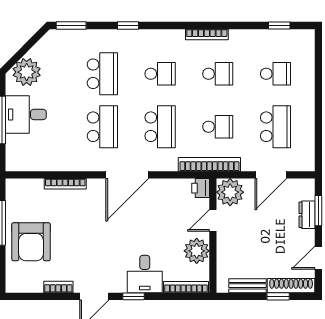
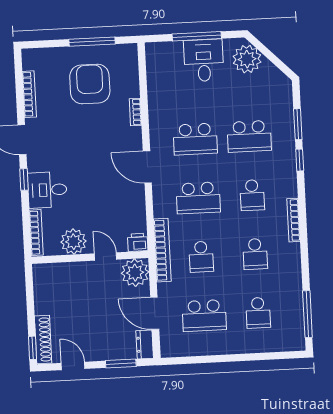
window: (71, 25) -> (298, 124), moved
window: (279, 25) -> (307, 314), width x2.17
bookcase: (207, 34) -> (294, 220), moved
door: (127, 175) -> (147, 167), width x0.73
bookcase: (65, 184) -> (135, 112), width x0.64
dresser: (307, 215) -> (145, 344), moved, turned -90
armchair: (31, 242) -> (90, 84), moved, turned 90
bench: (247, 286) -> (41, 295), removed
bookcase: (58, 287) -> (29, 94), width x1.56
window: (278, 296) -> (33, 348), moved

